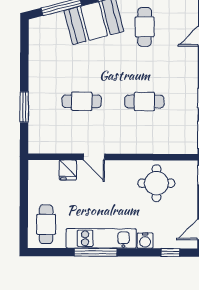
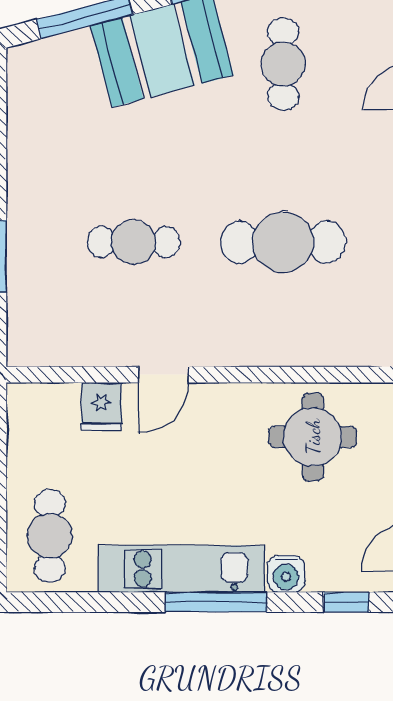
cafe table: (144, 101) -> (283, 242), width x1.37, depth x1.35
door: (94, 157) -> (164, 375), hinge flipped
window: (96, 252) -> (216, 602), moved

